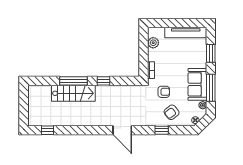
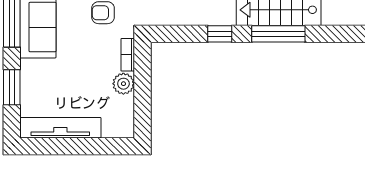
plant: (153, 43) -> (123, 84), moved

